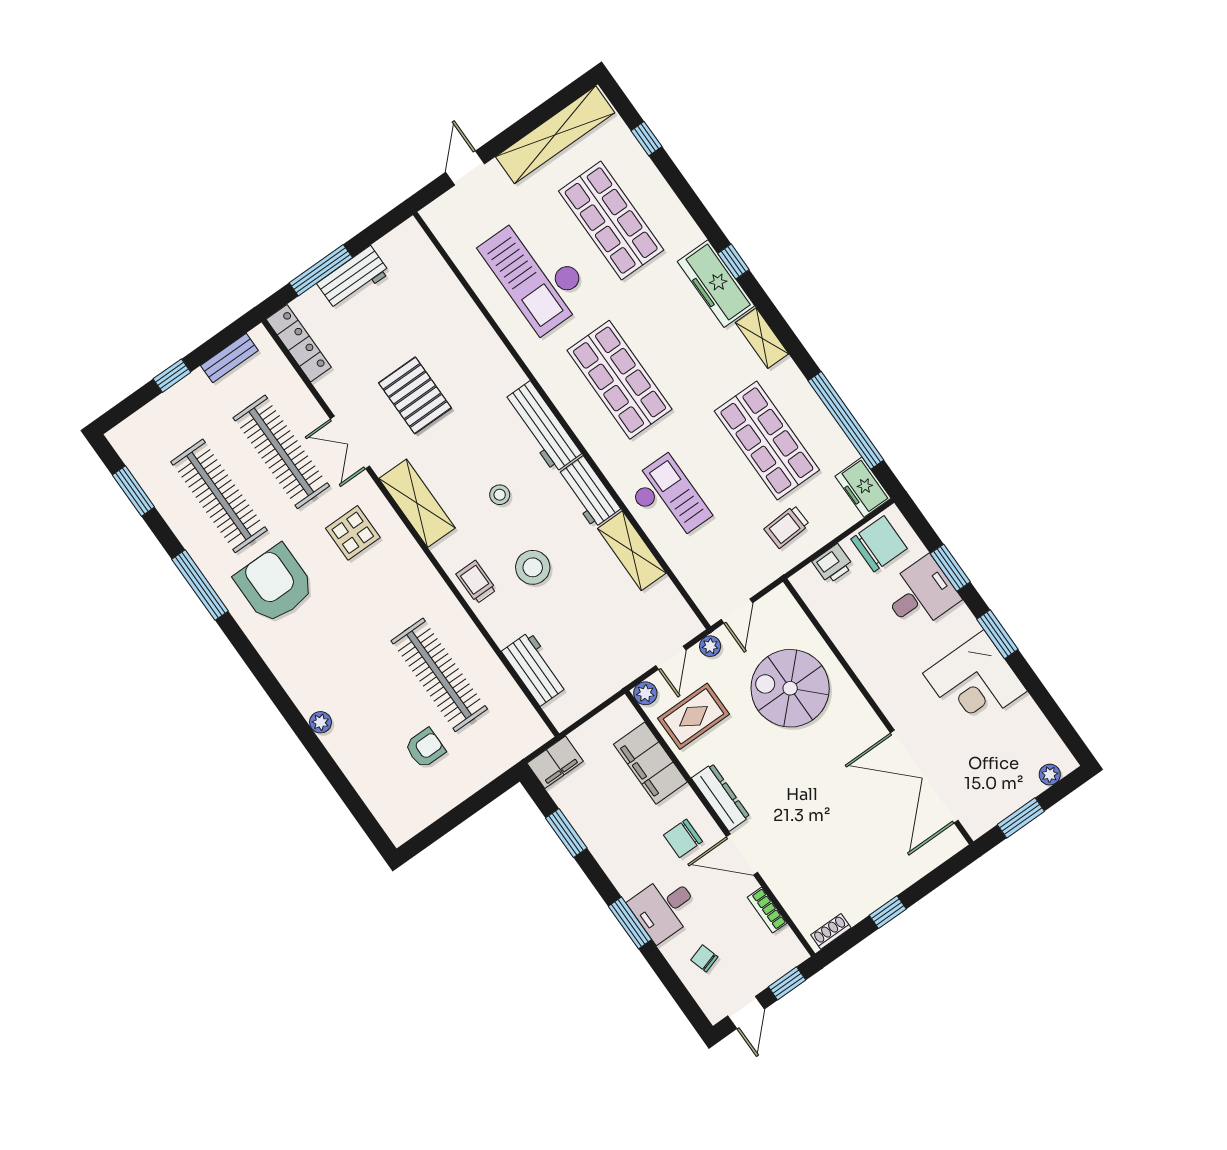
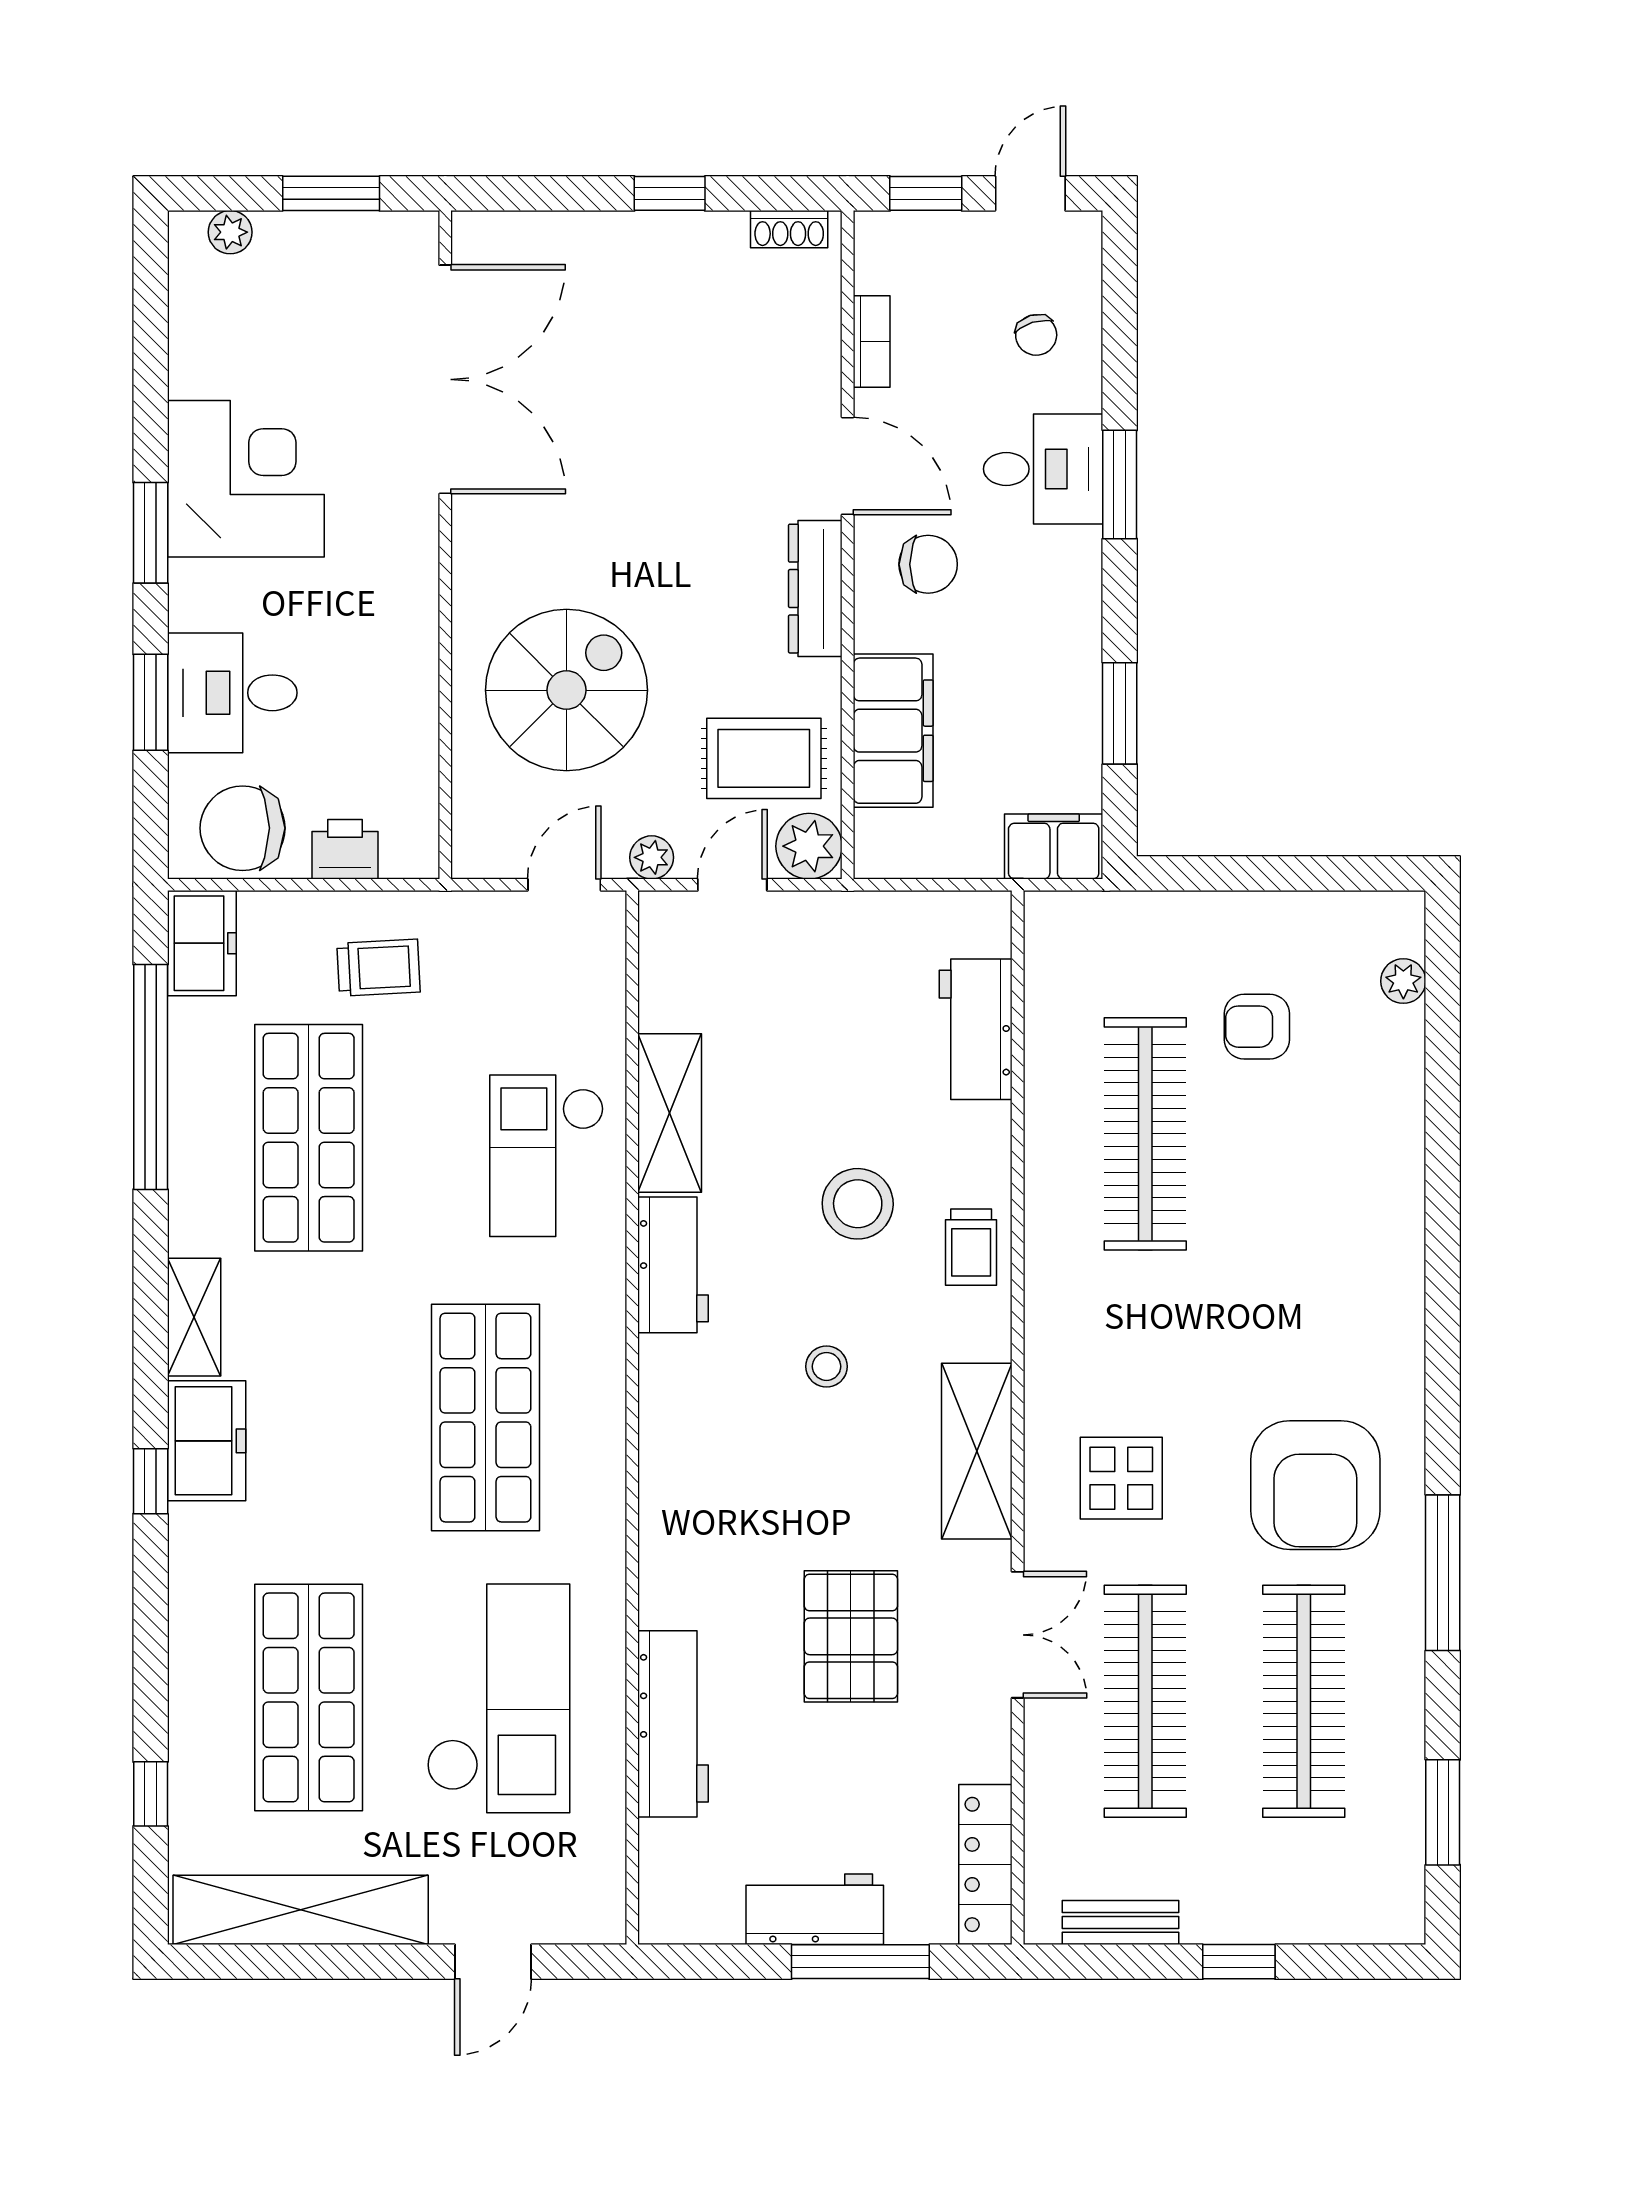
freezer: (716, 284) -> (207, 1441), width x0.71
workbench: (542, 427) -> (673, 1724), moved
spiral stairs: (790, 688) -> (566, 690), turned -90
plant: (645, 693) -> (809, 846), width x1.38, depth x1.38
plant: (320, 722) -> (1403, 981), moved

